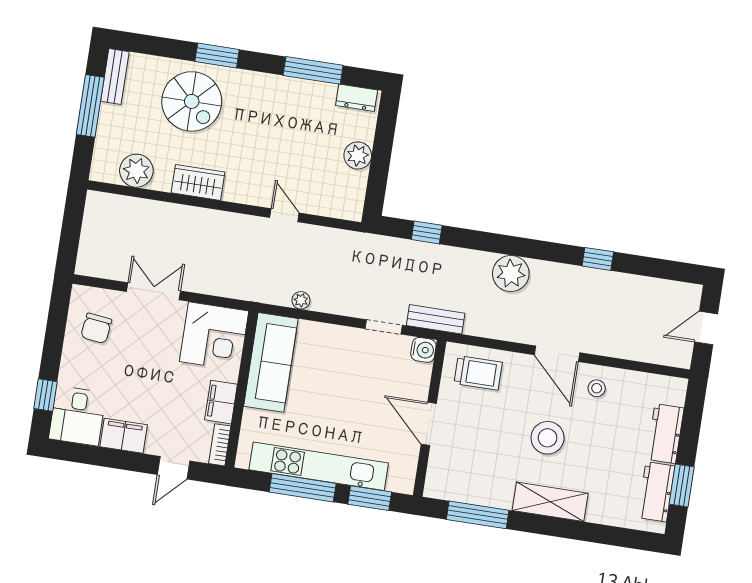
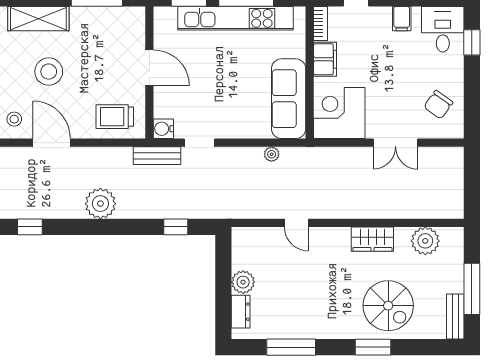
dresser: (357, 98) -> (241, 312), moved, turned 90
spiral stairs: (192, 101) -> (388, 306), turned 180
chair: (96, 328) -> (438, 105), turned -151
filing cabinet: (124, 436) -> (402, 19), width x0.50

